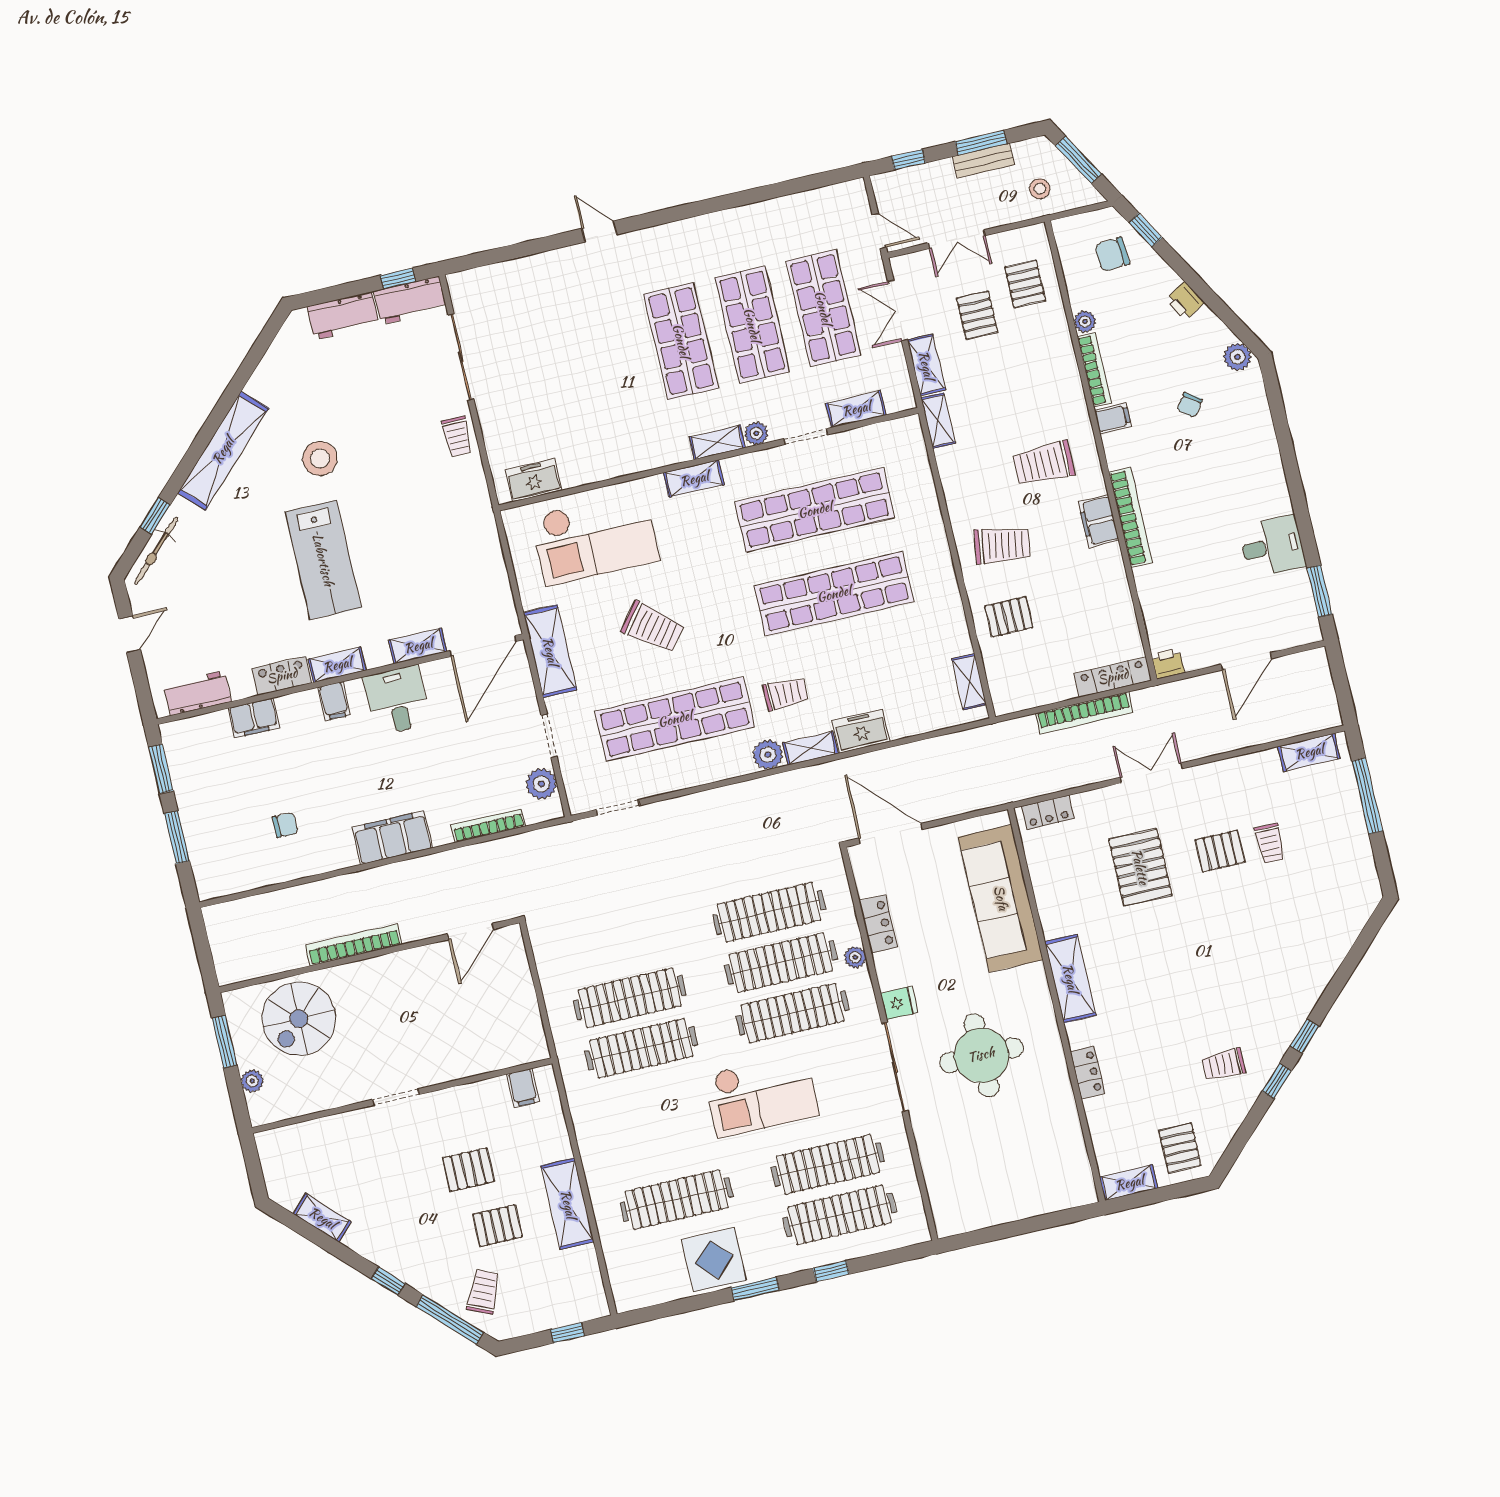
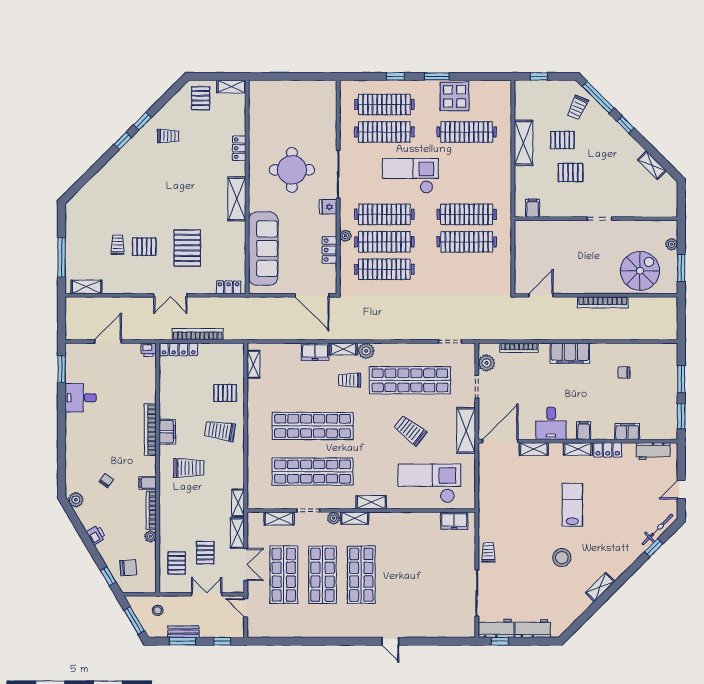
shelving: (223, 451) -> (600, 587), width x0.45, depth x0.75
lab bench: (323, 560) -> (572, 505), width x0.73, depth x0.72

